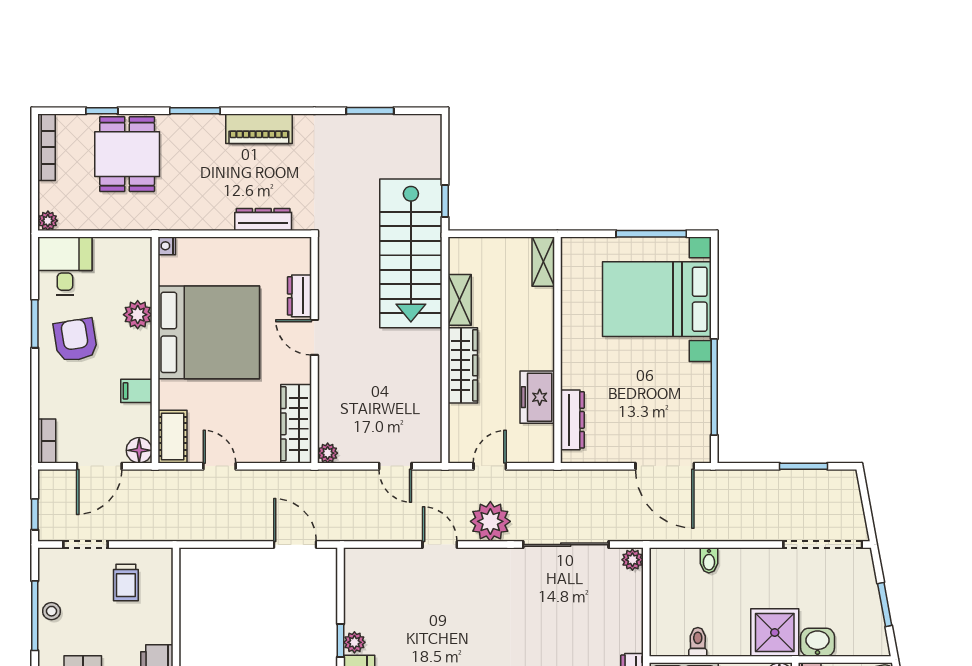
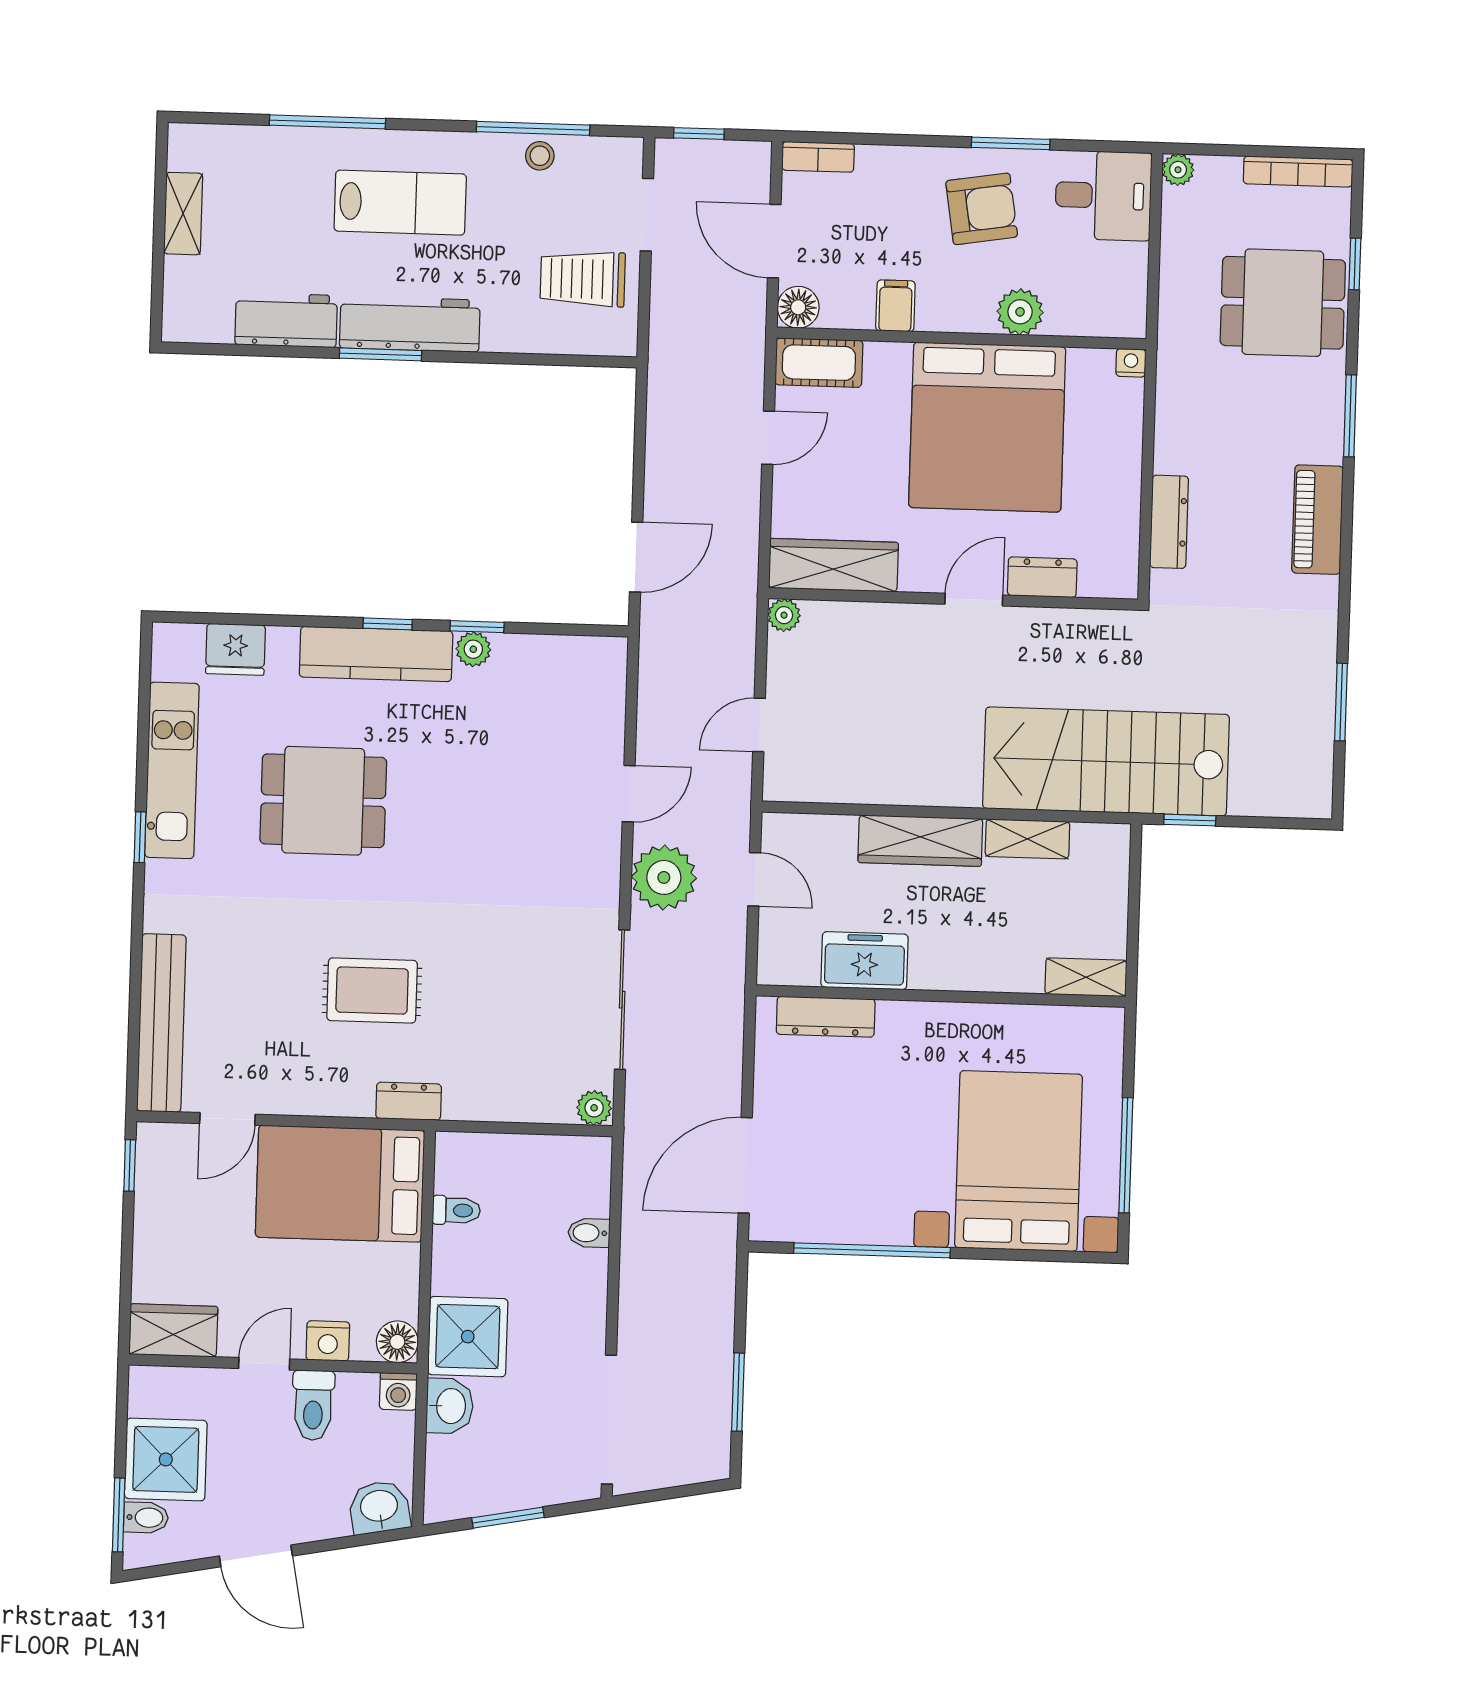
trolley: (126, 583) -> (583, 279), width x1.36, depth x1.39

